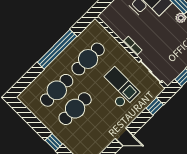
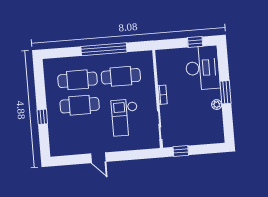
checkout: (118, 88) -> (125, 118), turned 180
window: (155, 106) -> (141, 154), removed

